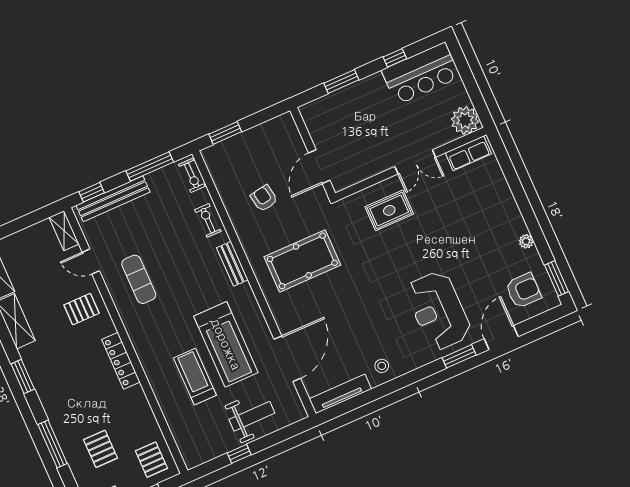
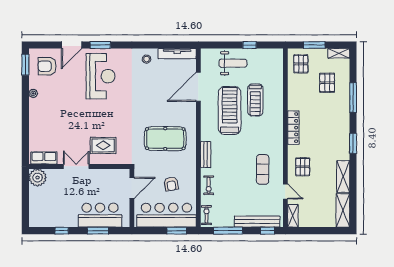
bar counter: (421, 74) -> (100, 215), moved
bar counter: (251, 149) -> (166, 215), added
pallet: (82, 309) -> (303, 167), turned 90
weight bench: (252, 416) -> (233, 63), turned 180

